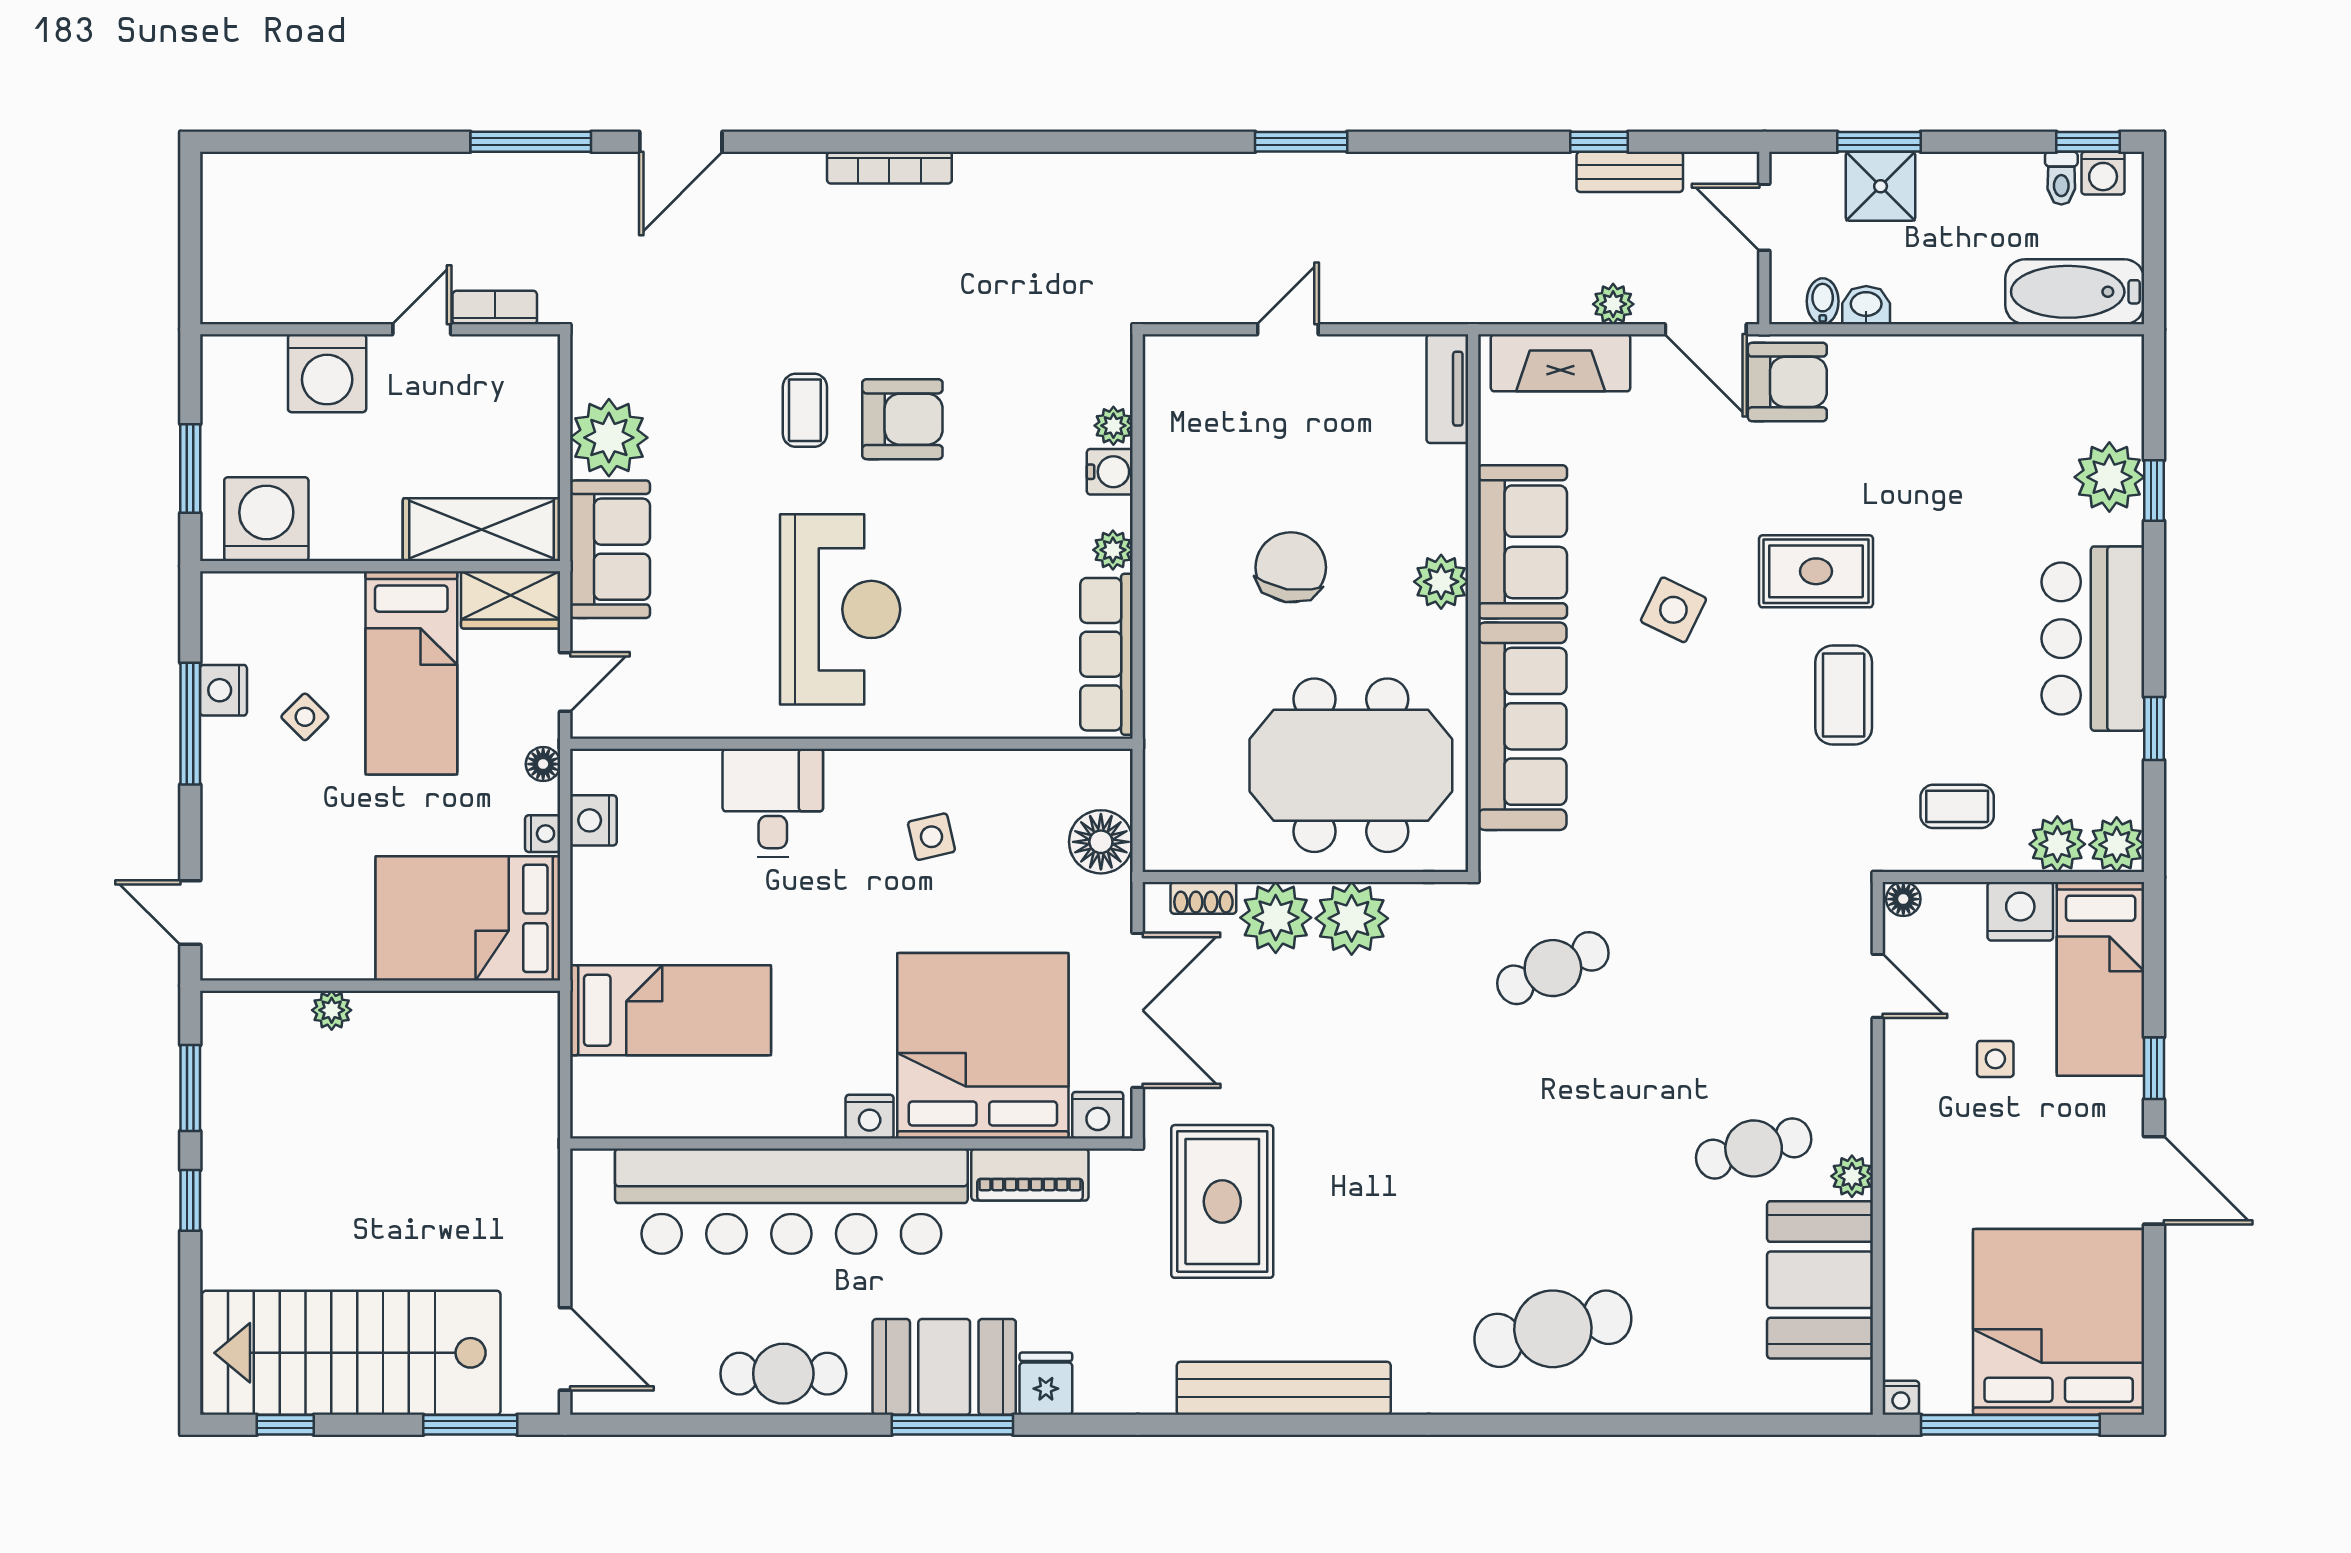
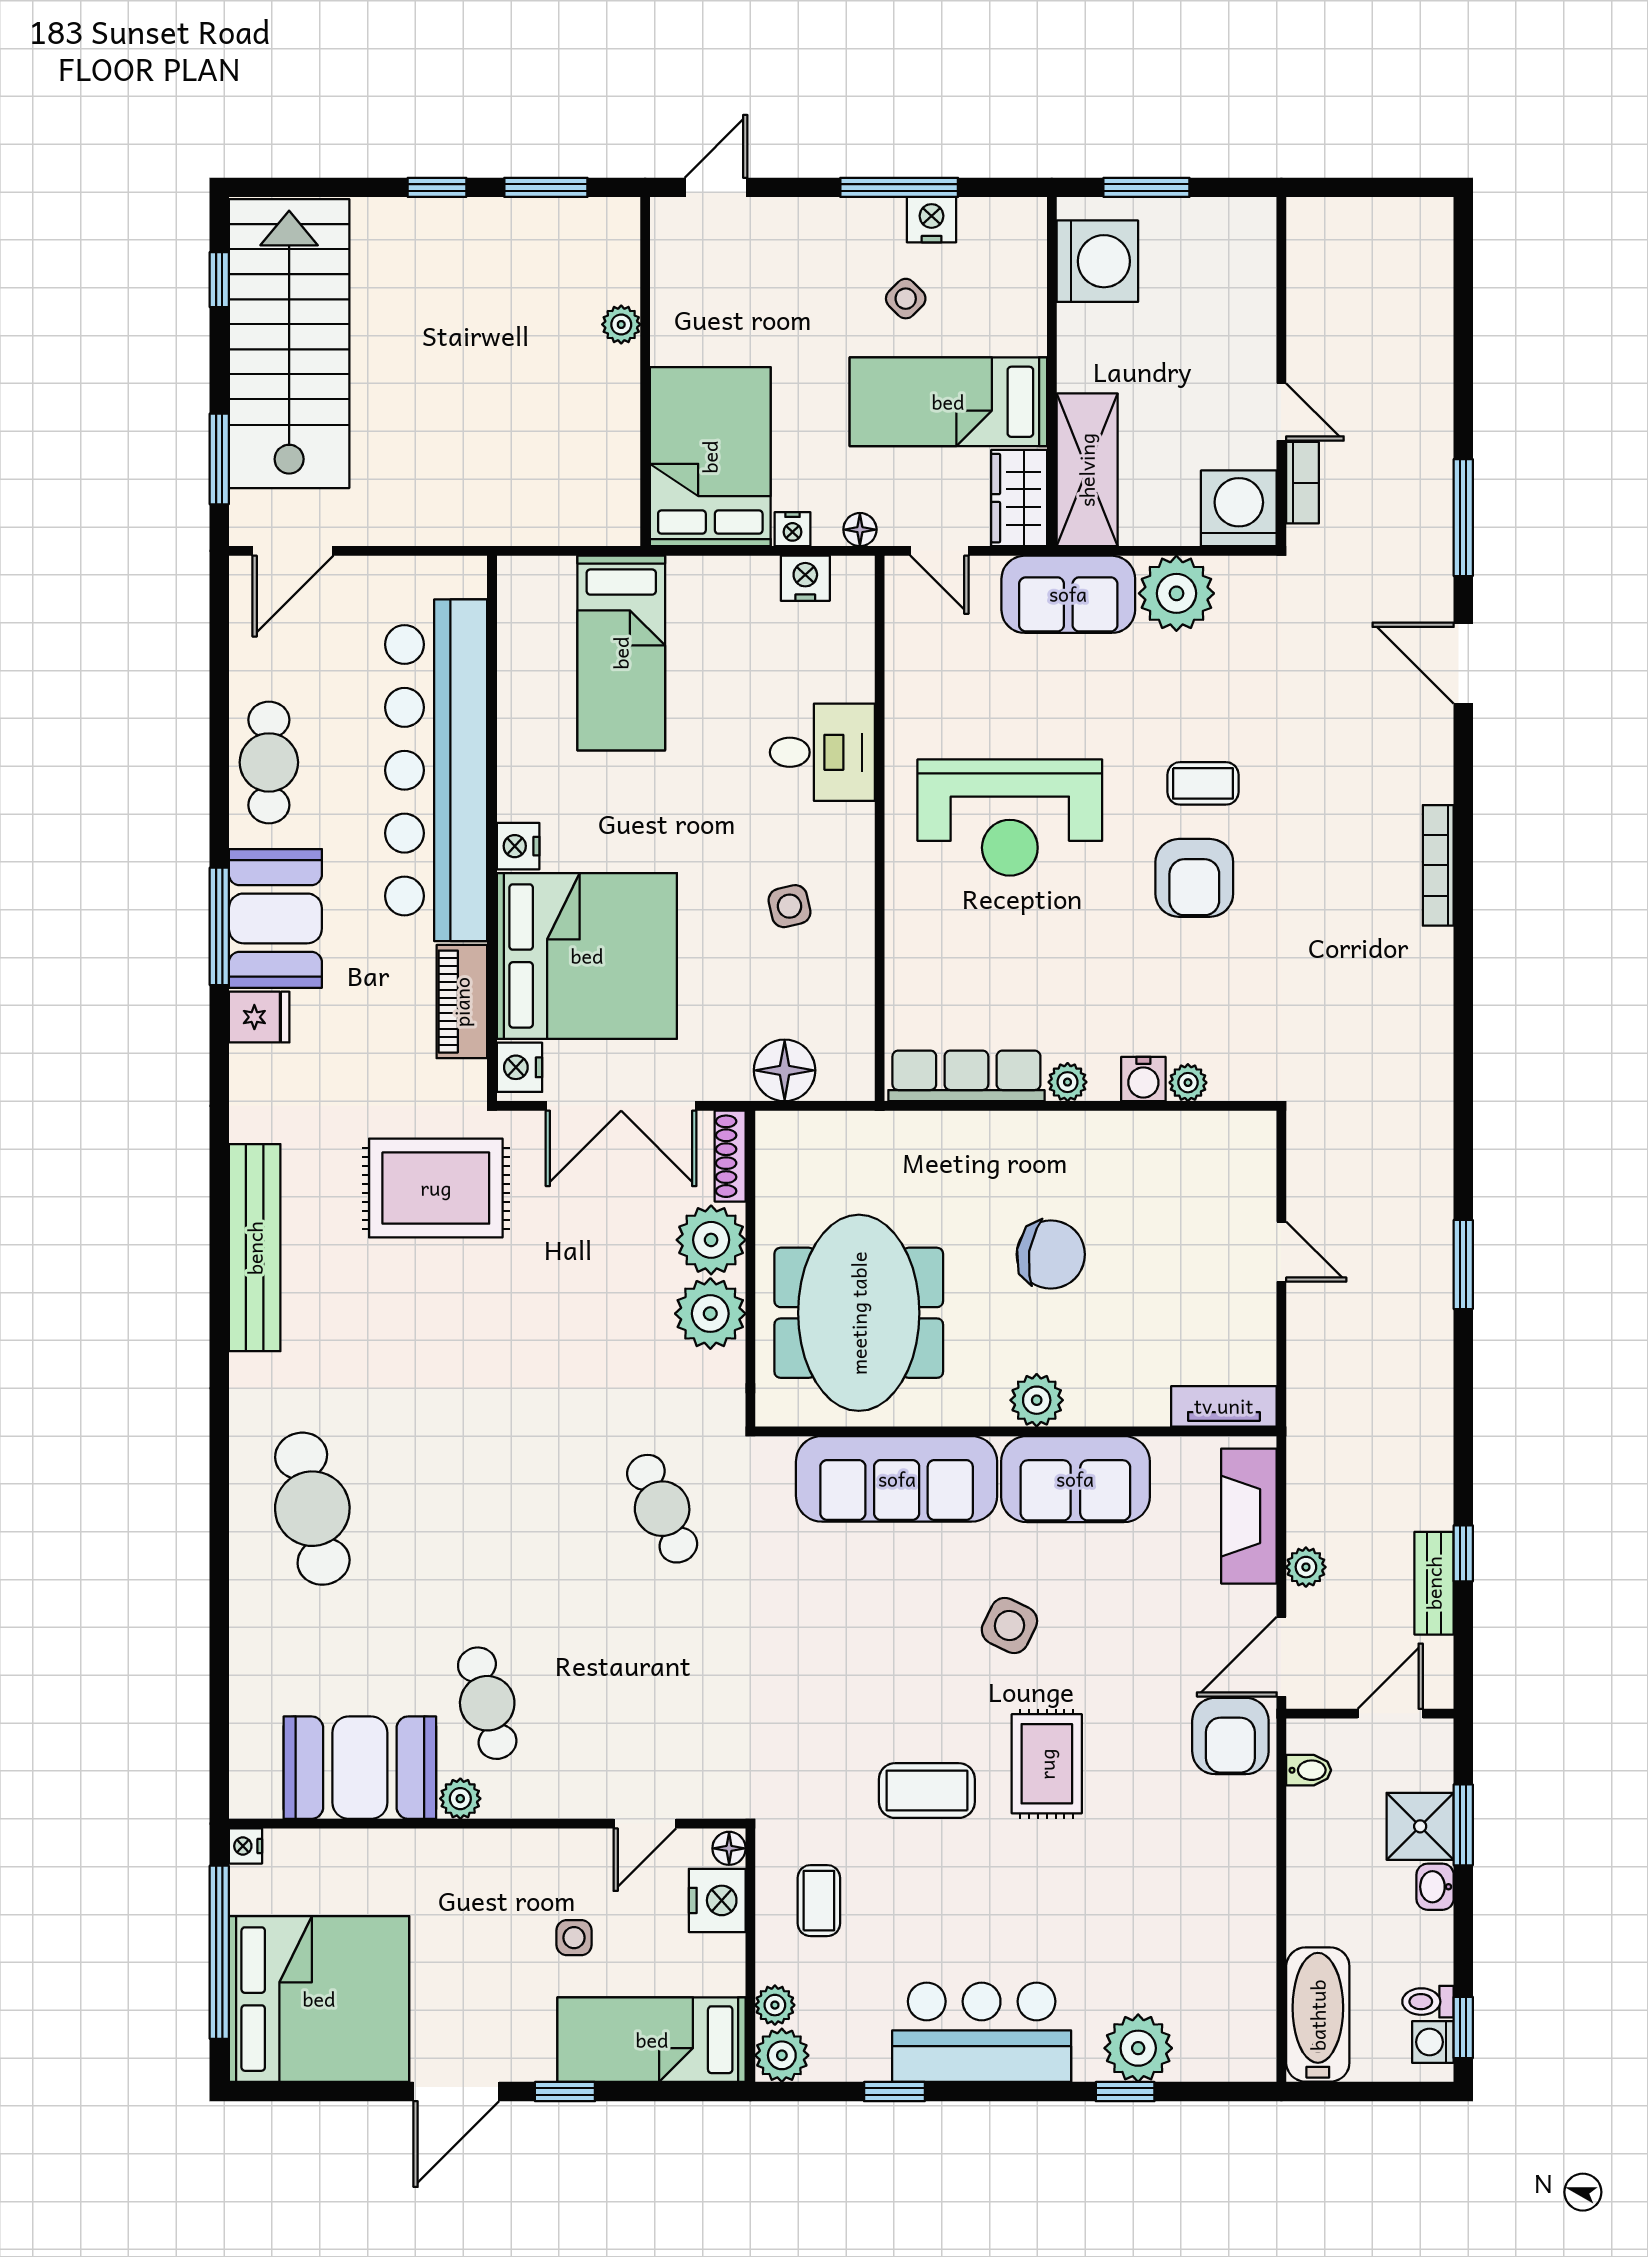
washbasin: (1866, 305) -> (1435, 1887), moved, turned 180
washing machine: (327, 373) -> (1239, 508), moved, turned 90
plant: (2057, 844) -> (775, 2005), width x0.73, depth x0.73
shoe rack: (1203, 898) -> (730, 1156), width x1.43
nightstand: (2020, 911) -> (717, 1900), moved

